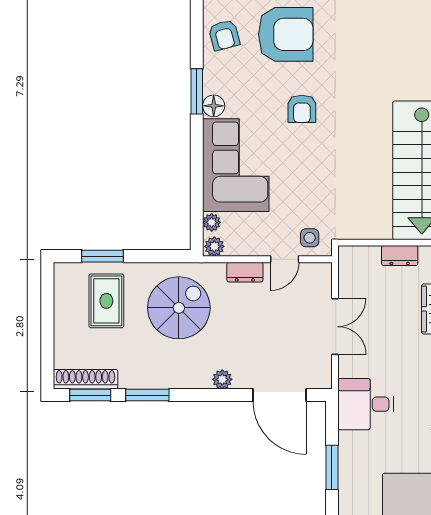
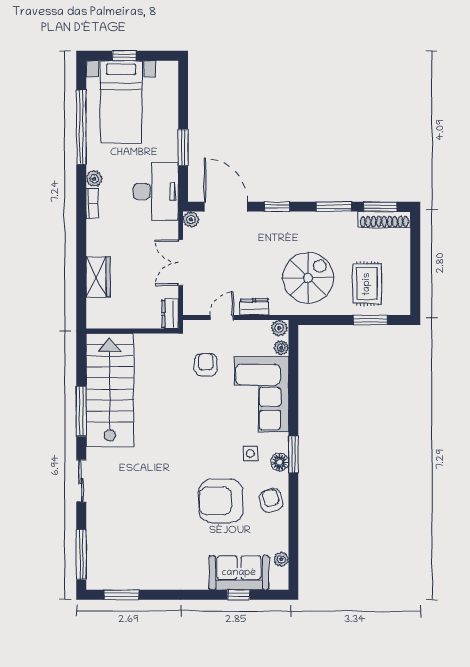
floor lamp: (214, 106) -> (280, 462), moved
armchair: (302, 109) -> (206, 365), moved
side table: (310, 238) -> (250, 454), moved
dresser: (400, 256) -> (170, 314), moved, turned -90
spiral stairs: (179, 308) -> (308, 278), turned 180
plant: (222, 379) -> (191, 219), moved
window: (217, 395) -> (277, 207), added
desk: (366, 404) -> (156, 191), width x1.37

